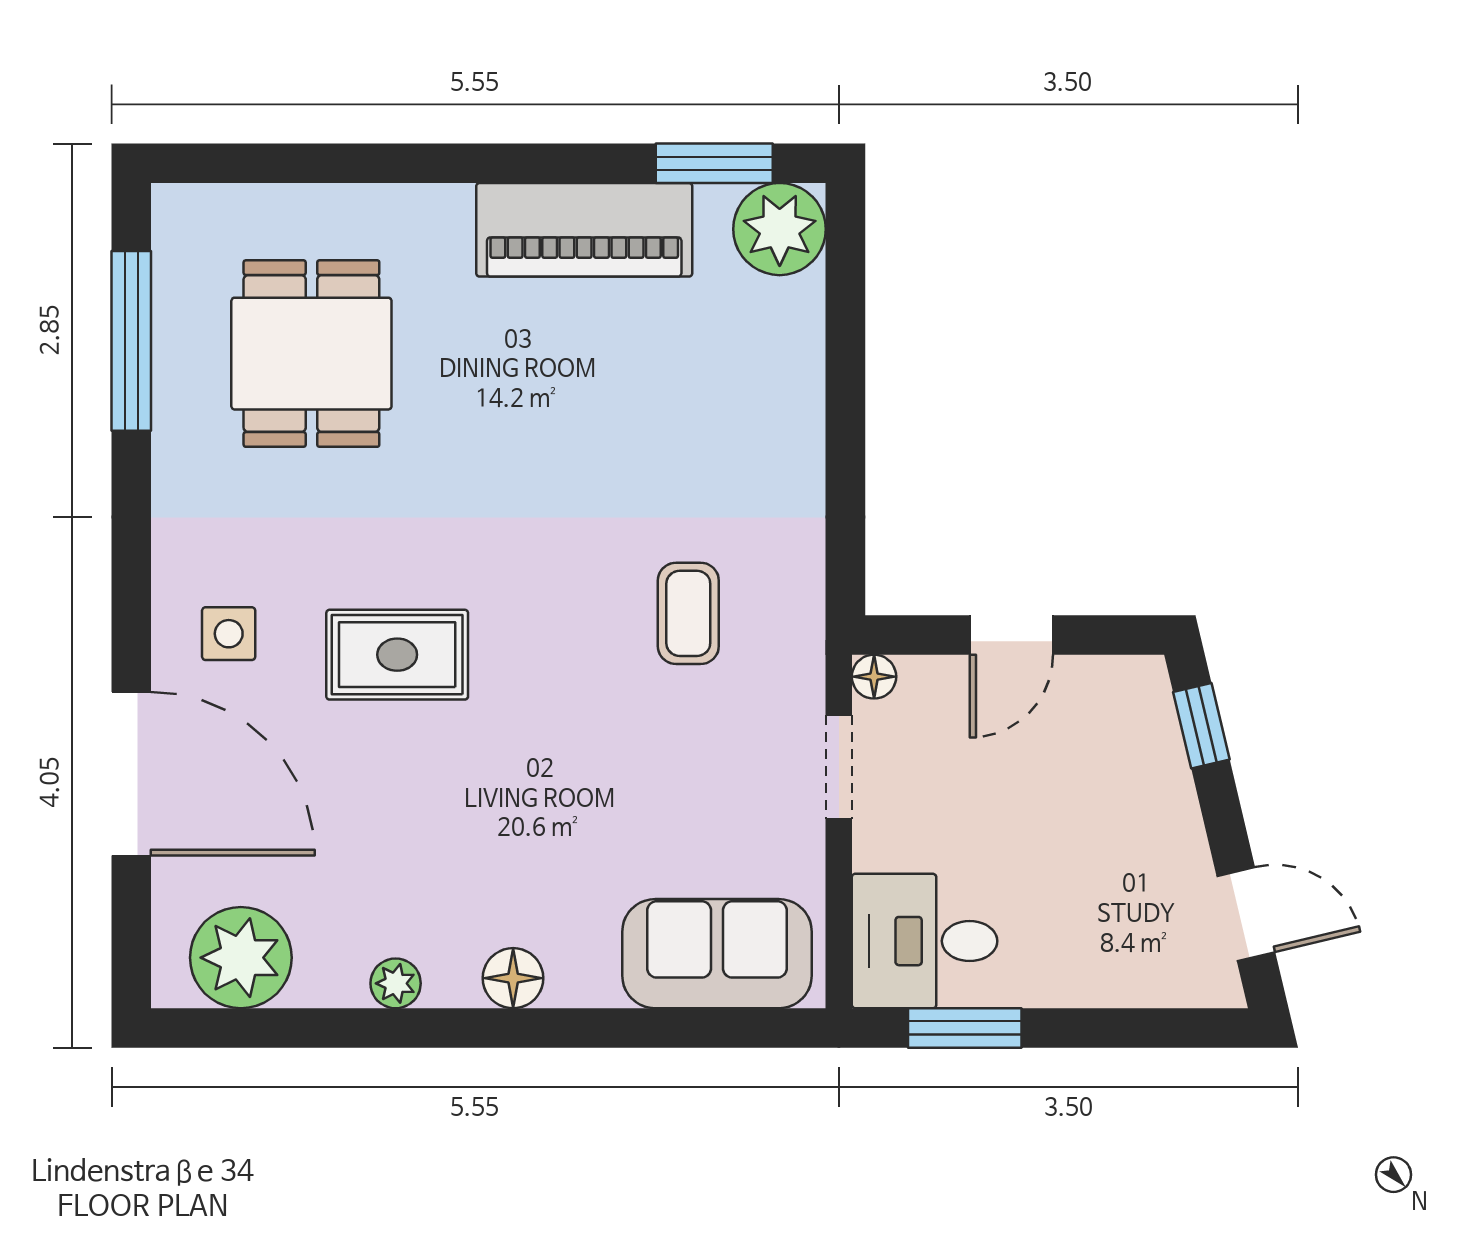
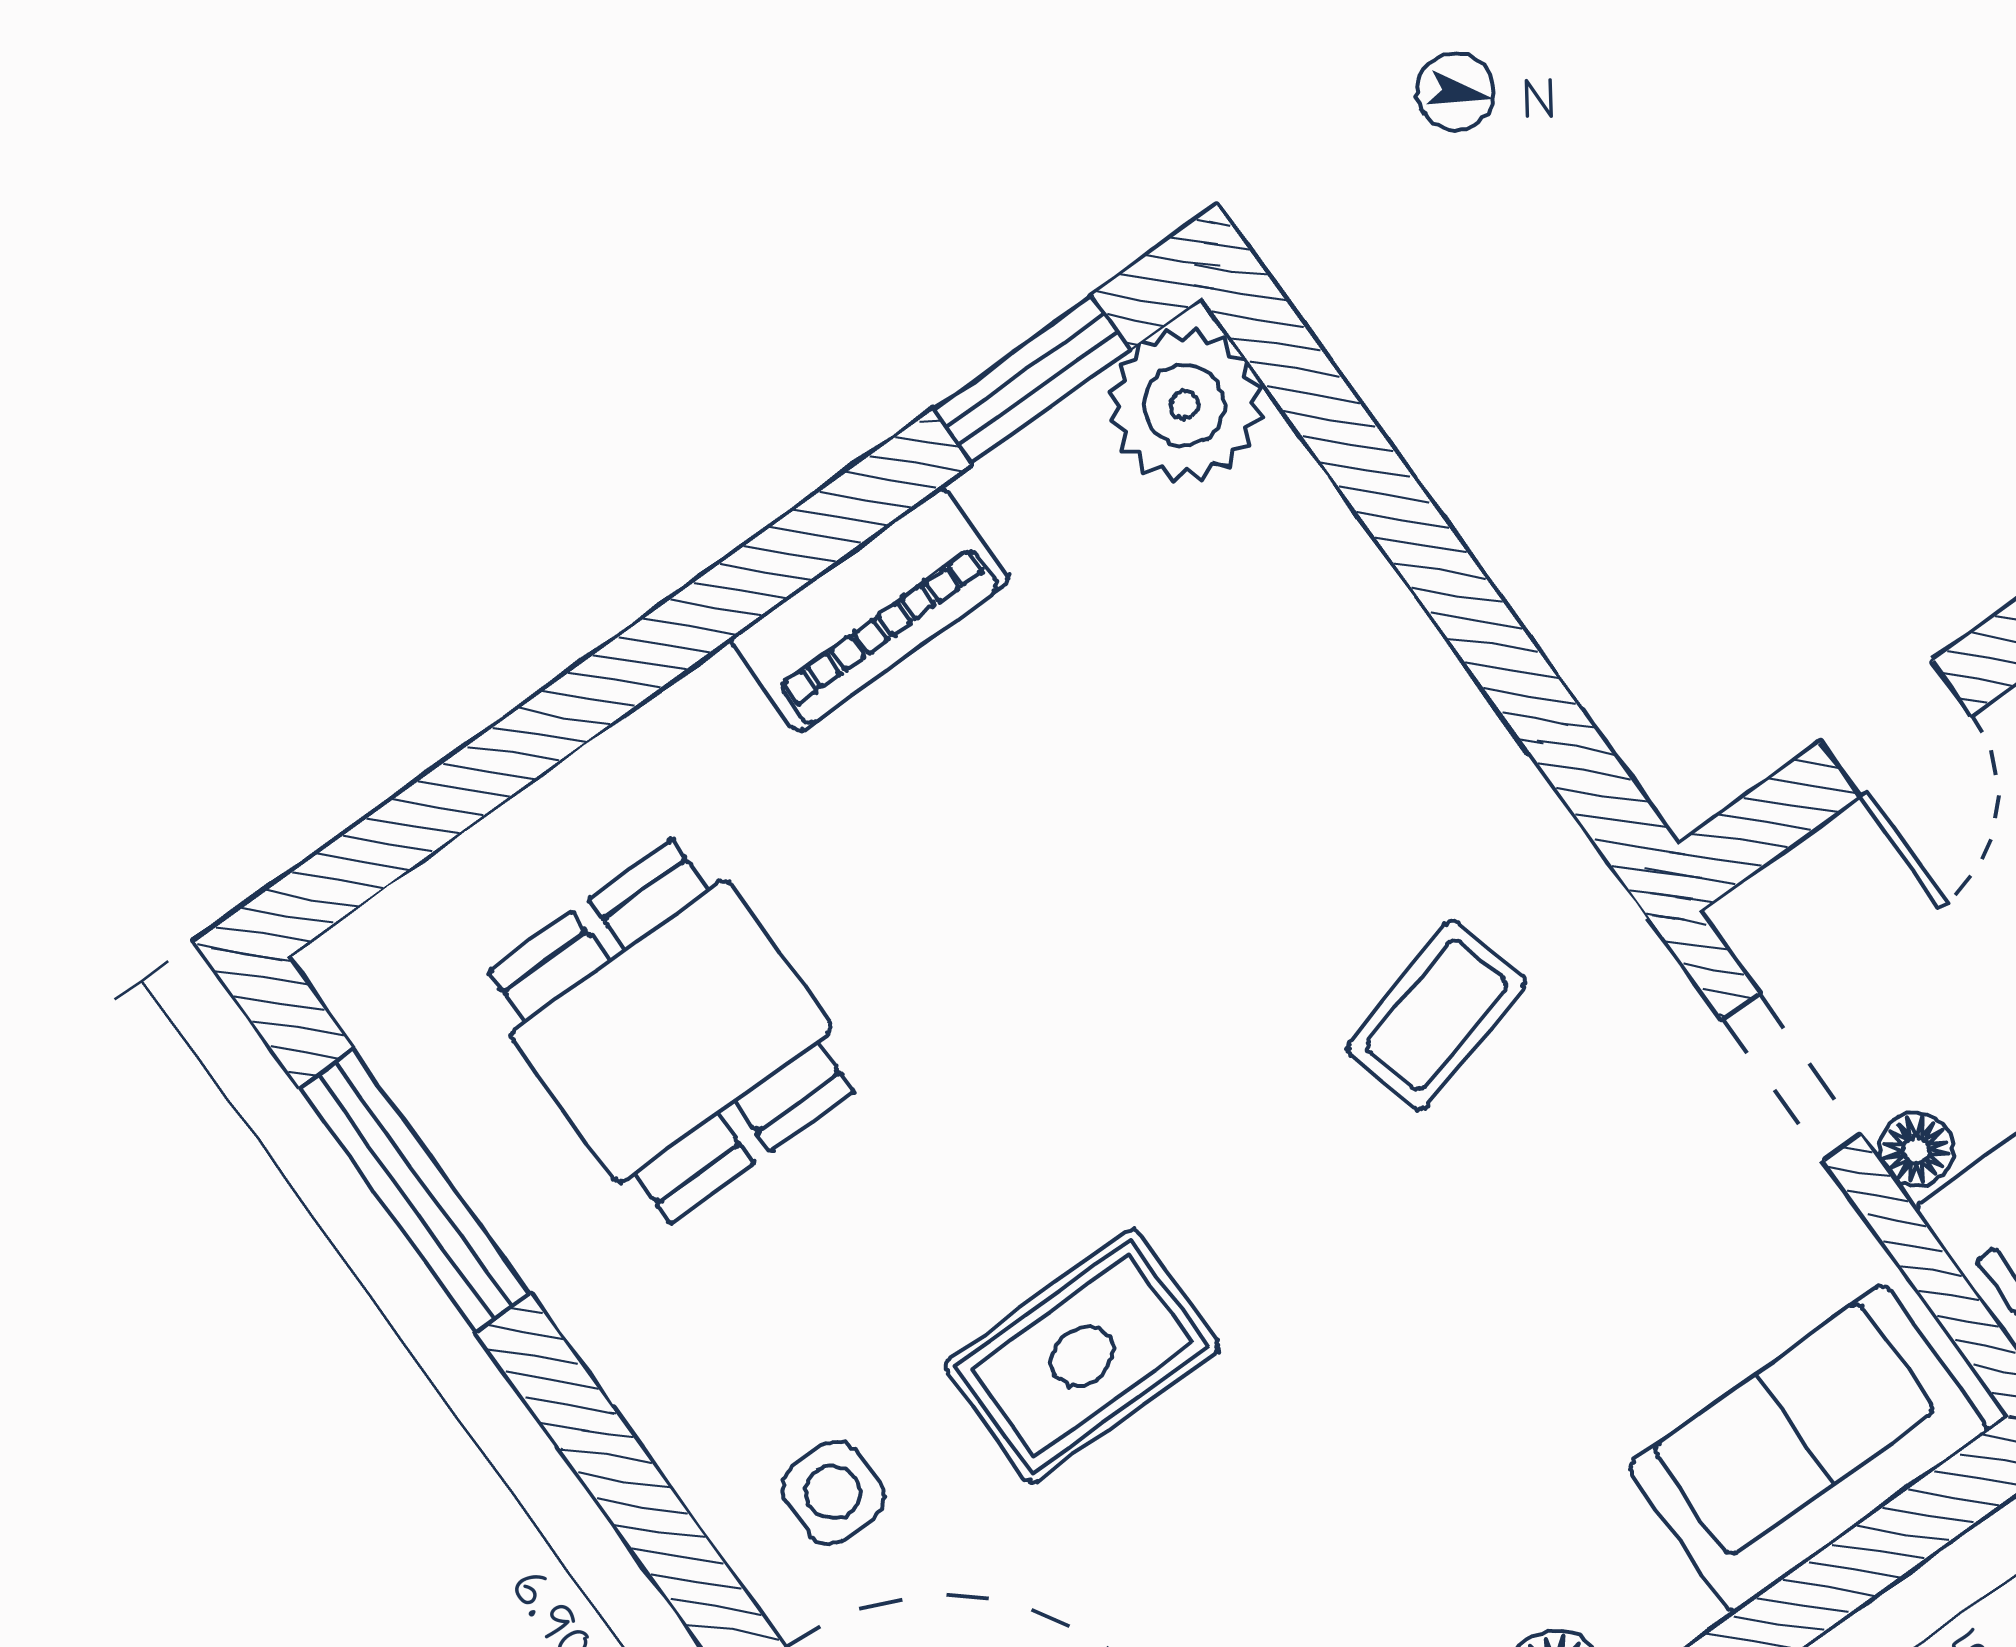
piano: (584, 230) -> (870, 610), width x0.73, depth x0.75
coffee table: (688, 613) -> (1436, 1015), turned 75
floor lamp: (874, 677) -> (1916, 1150), moved

